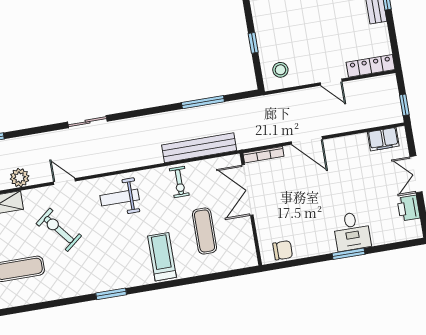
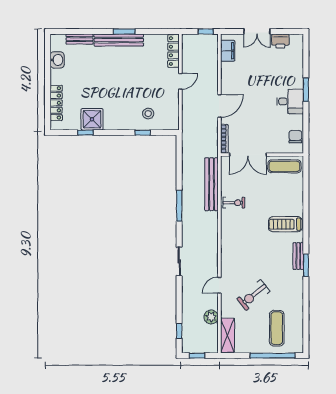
stool: (280, 70) -> (148, 114), moved
window: (203, 102) -> (179, 206), moved
weight bench: (120, 198) -> (238, 247), removed
exercise mat: (204, 231) -> (284, 166), moved
desk: (352, 231) -> (290, 101), moved
bench: (122, 282) -> (298, 256), added

